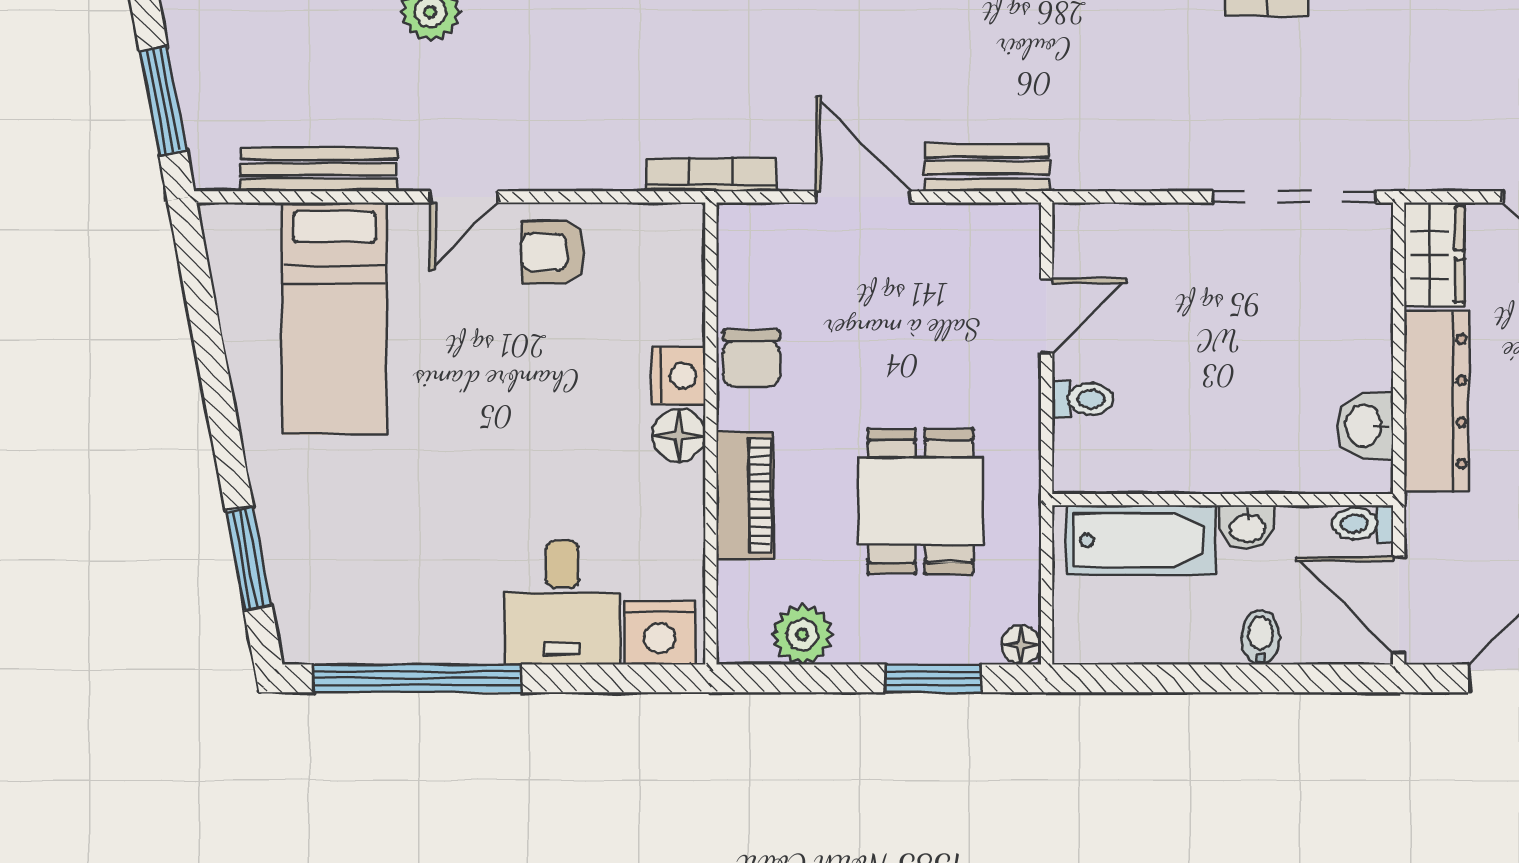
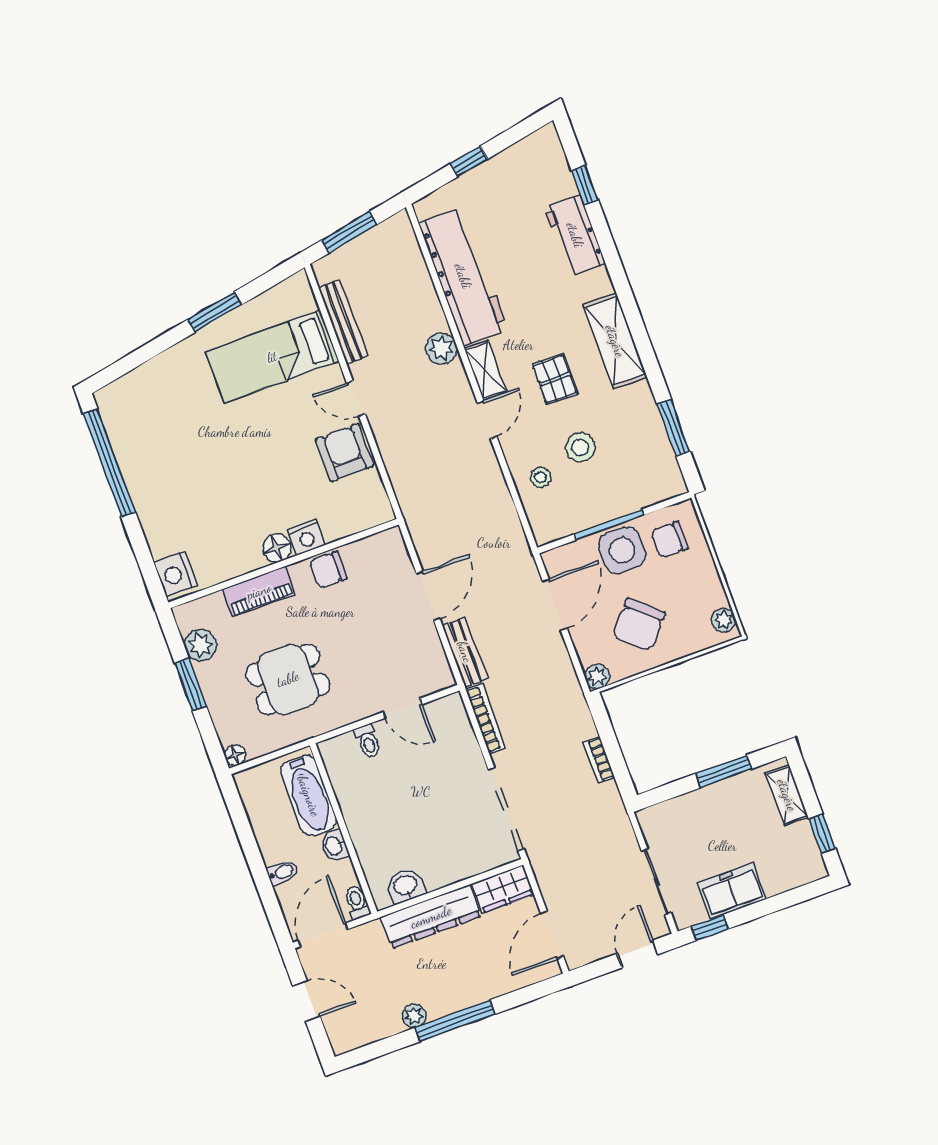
bookcase: (711, 175) -> (485, 719), moved
armchair: (553, 252) -> (345, 453), width x1.38, depth x1.38
window: (249, 558) -> (215, 312), moved
desk: (562, 603) -> (173, 521), removed
window: (934, 678) -> (191, 685), moved

